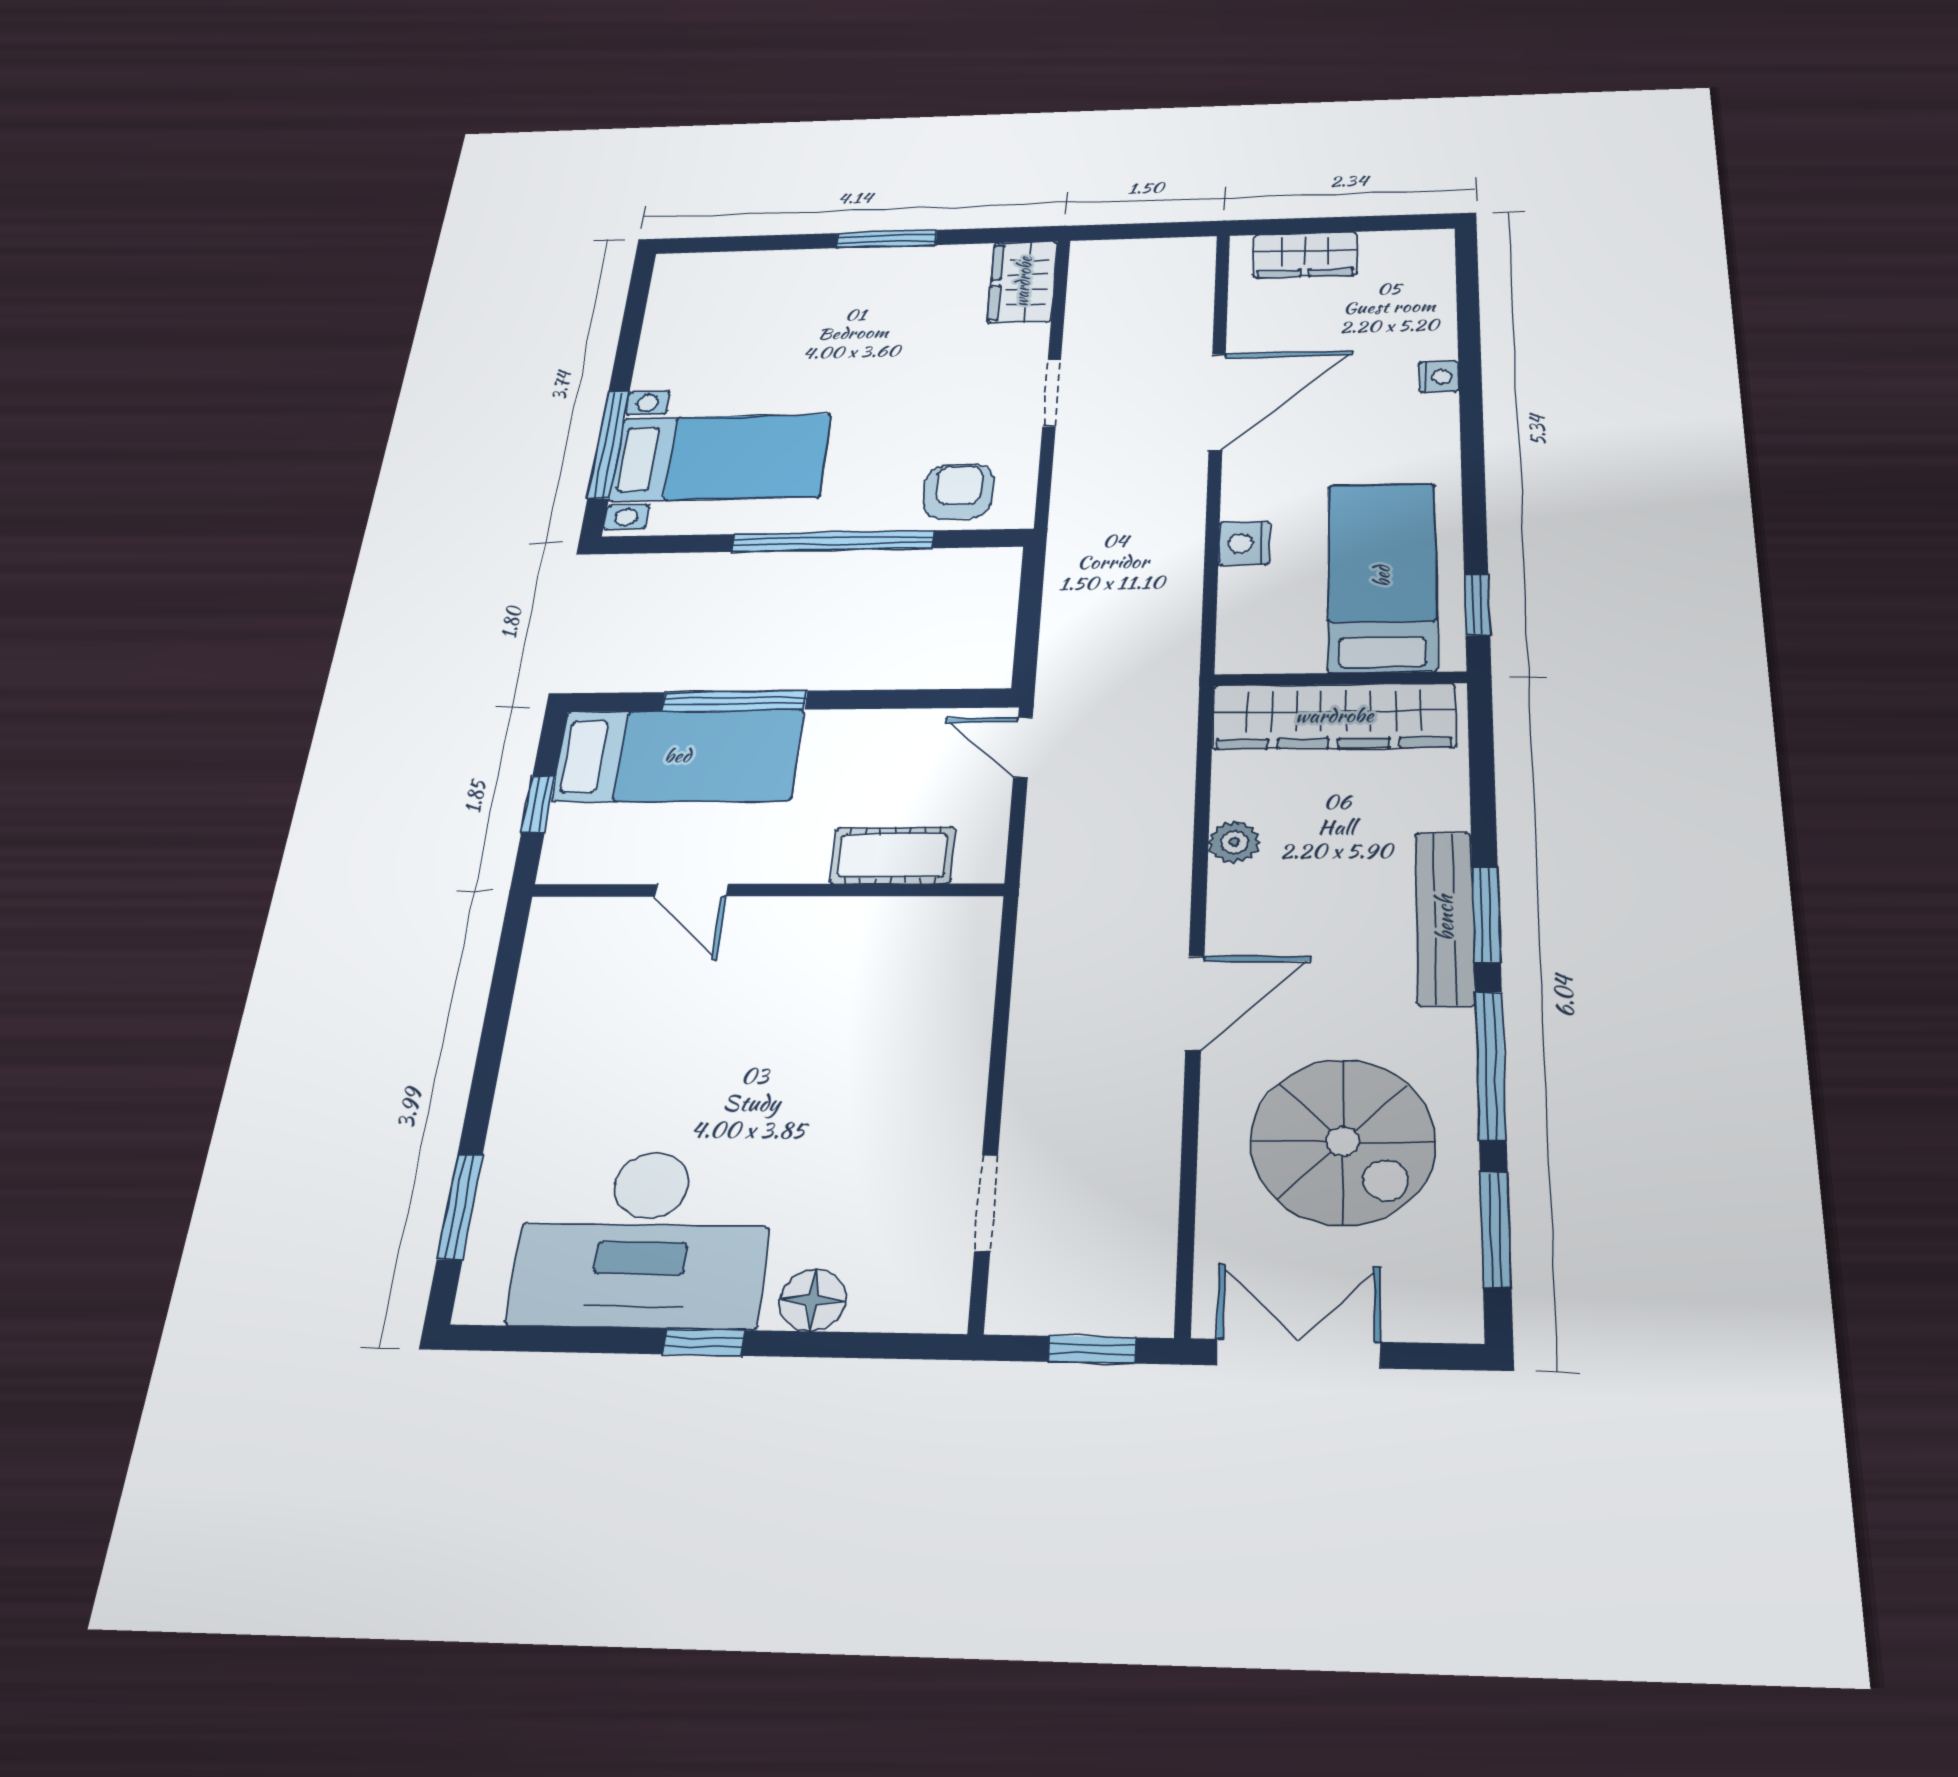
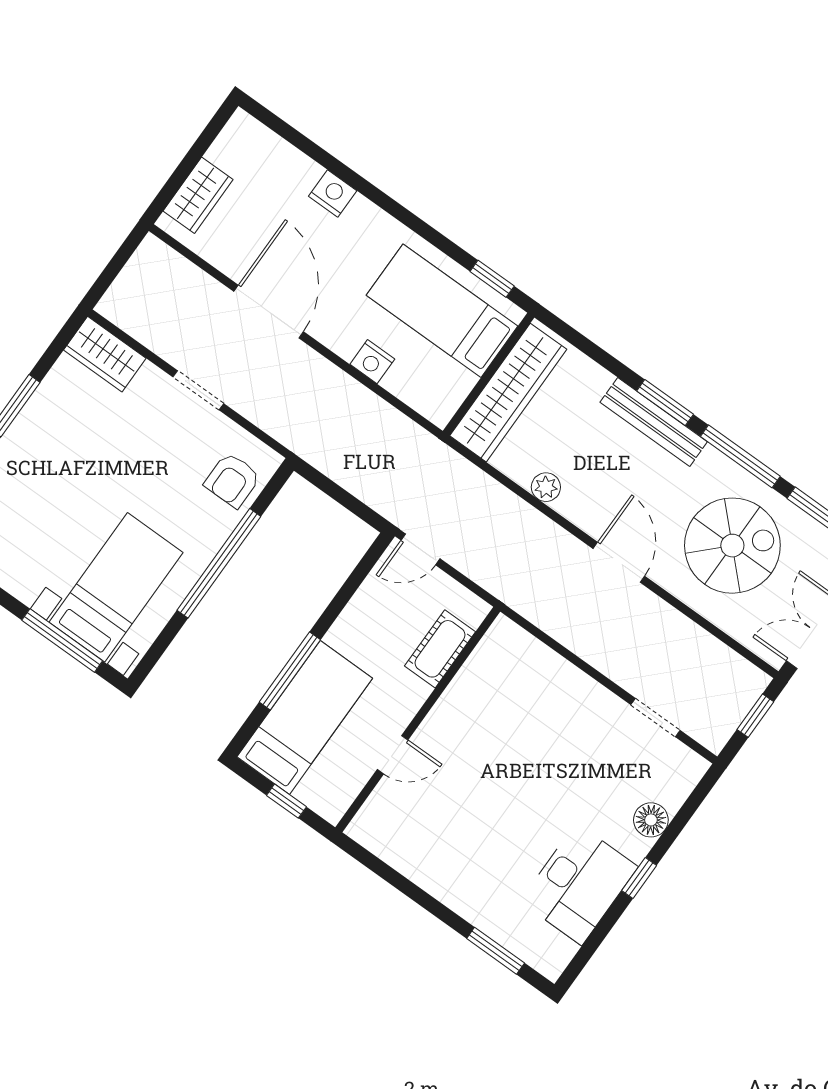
nightstand: (1439, 377) -> (333, 194), width x1.39, depth x1.35
armchair: (958, 492) -> (232, 480), turned -90
desk: (644, 1239) -> (579, 884), width x0.73, depth x0.77

